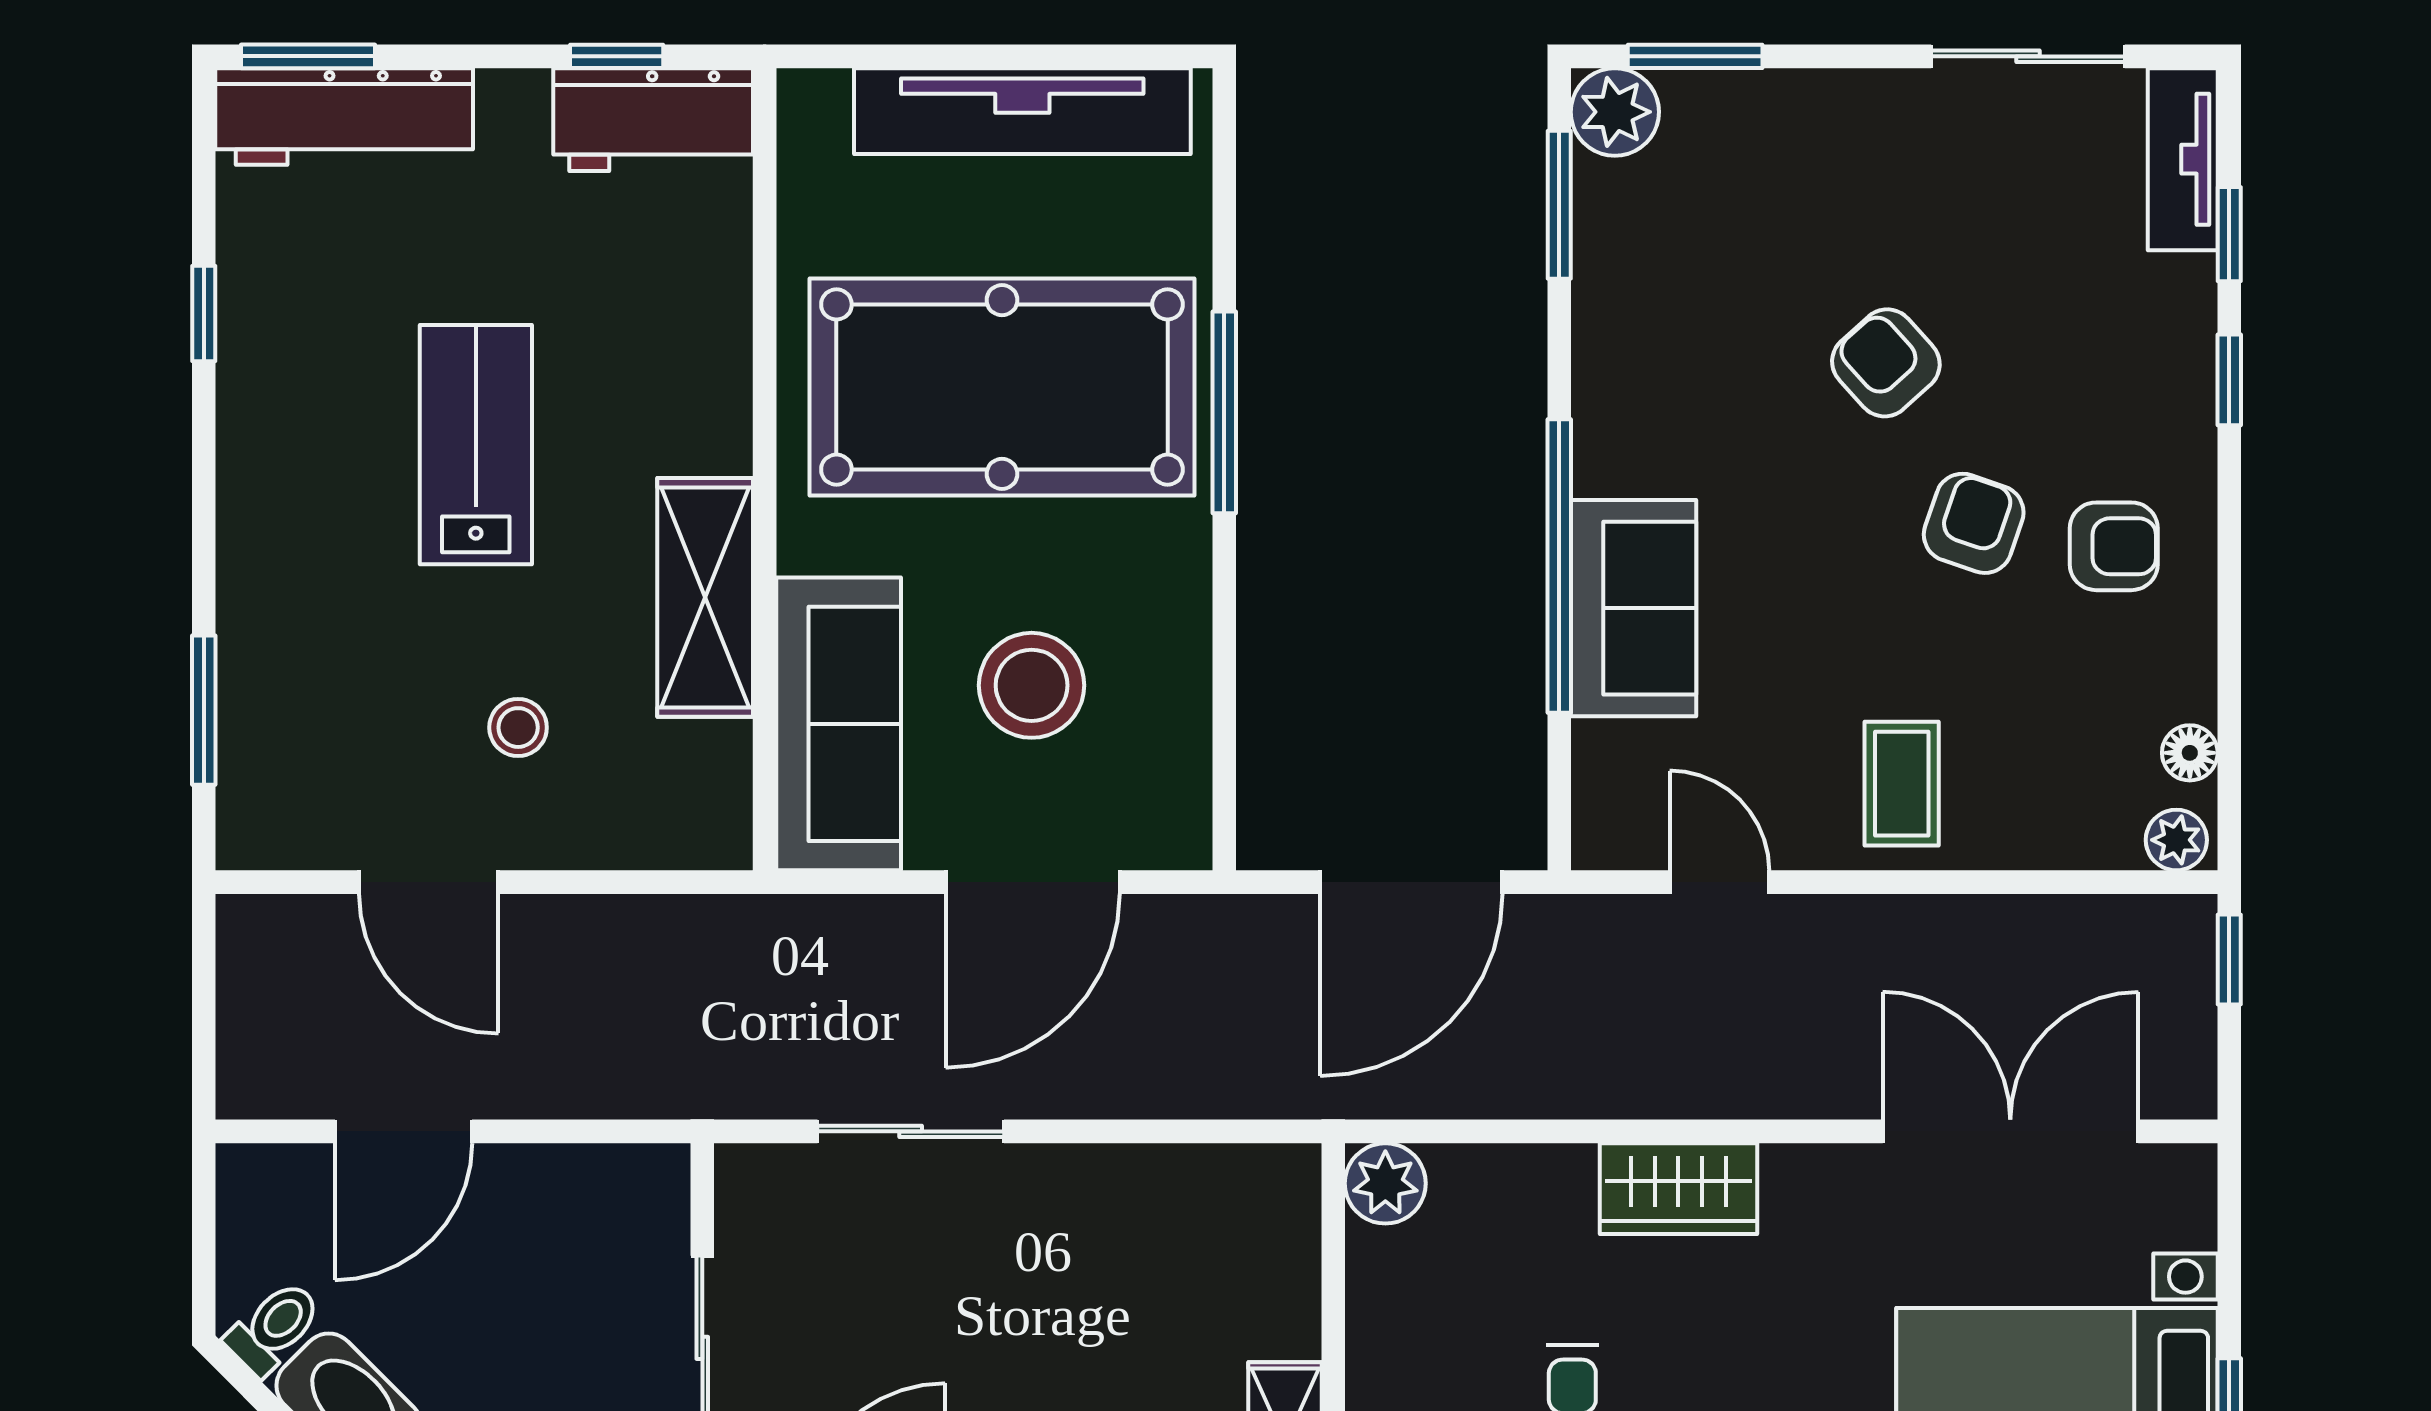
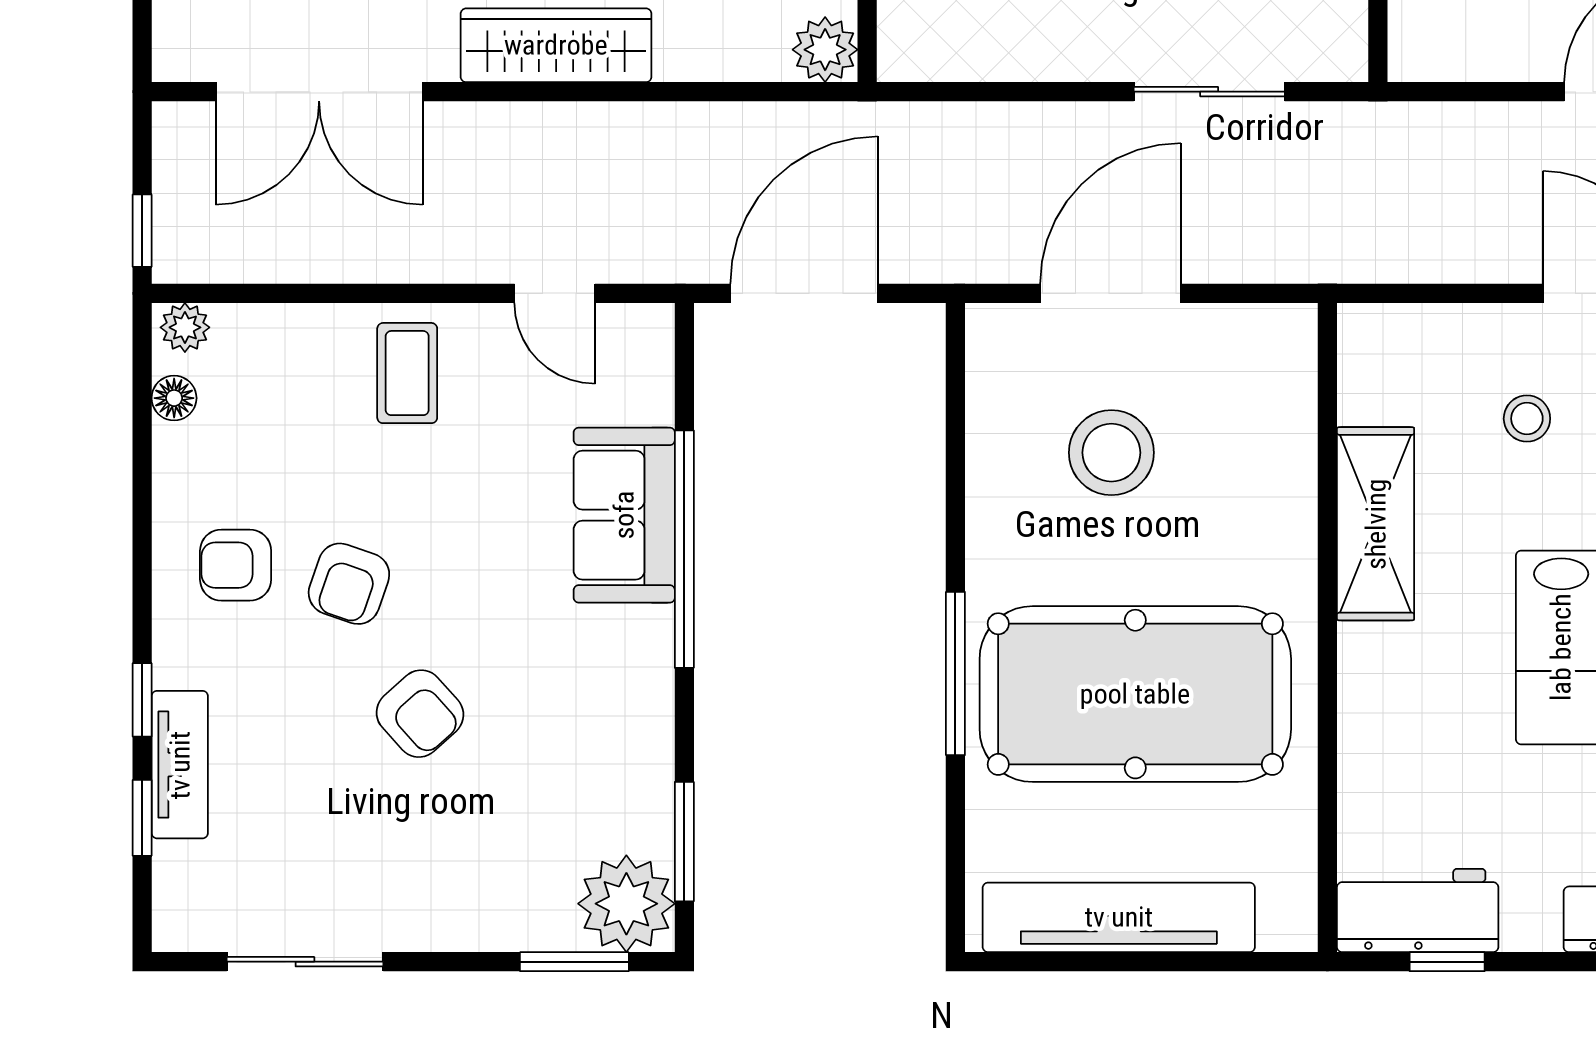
plant: (1615, 112) -> (626, 904), width x1.36, depth x1.36
tv unit: (2183, 159) -> (180, 765), moved
sofa: (839, 724) -> (1268, 421), removed
wardrobe: (1678, 1189) -> (556, 45), width x1.50

